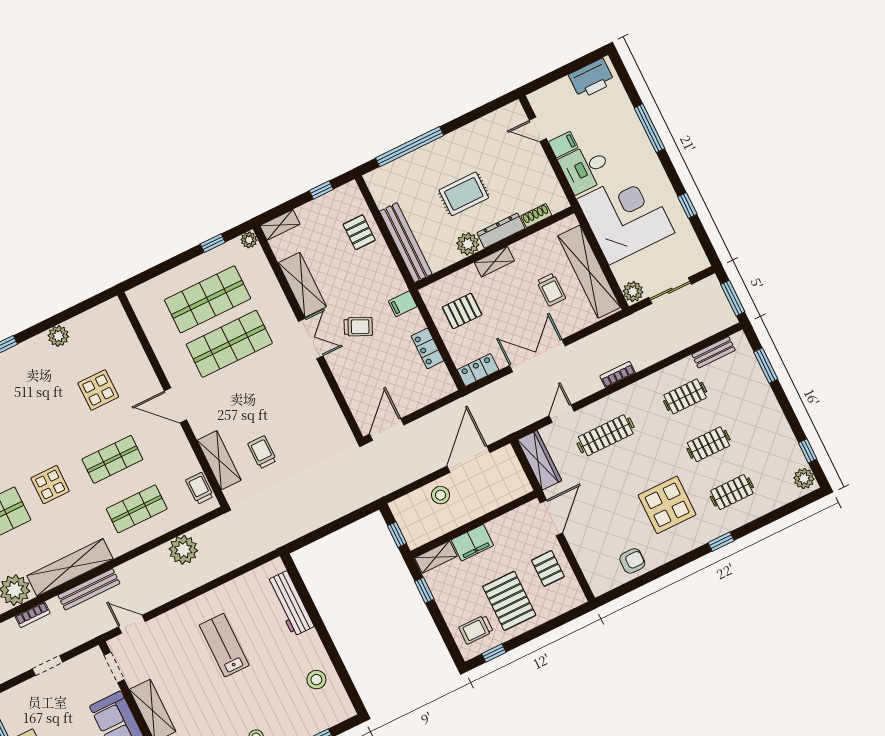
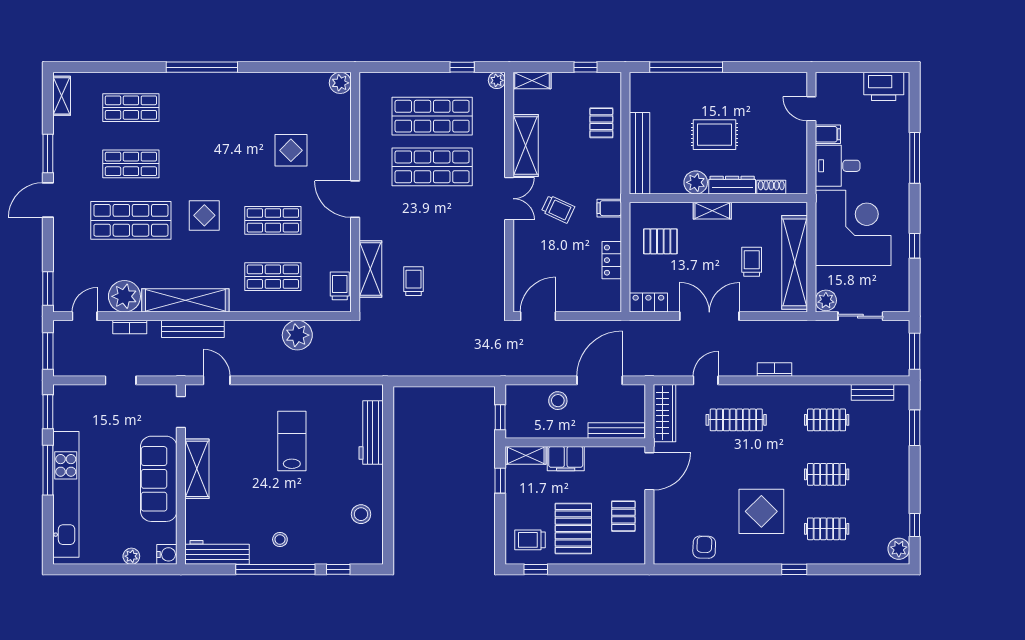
trolley: (551, 290) -> (752, 262), turned 180
plant: (58, 336) -> (340, 83), moved
bench: (505, 496) -> (616, 430), added
armchair: (632, 561) -> (704, 547), turned -88

